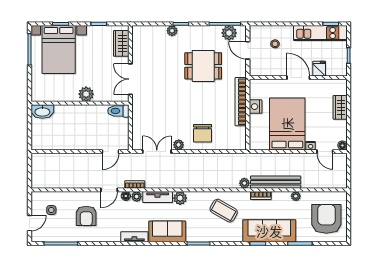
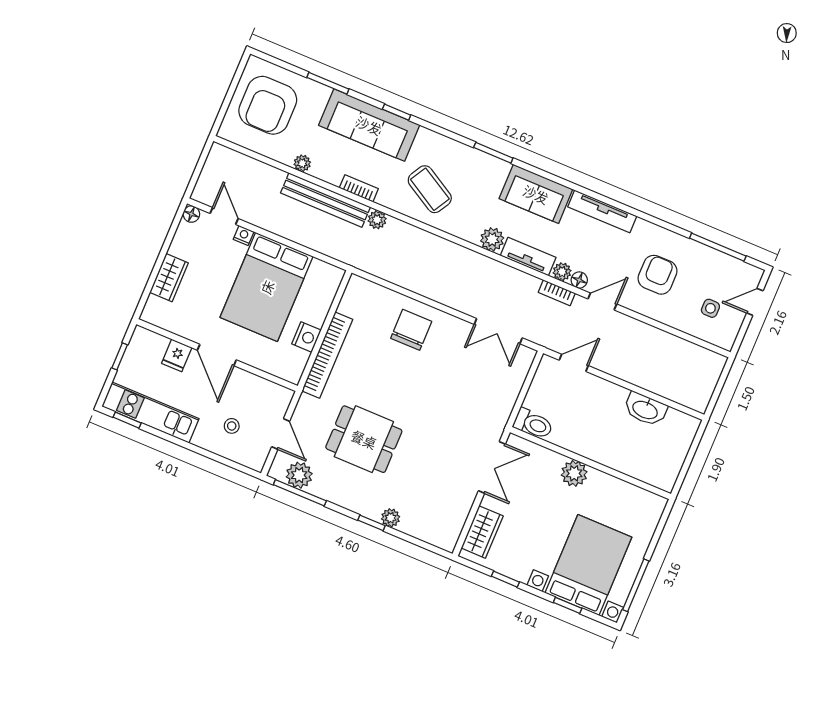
washbasin: (42, 112) -> (645, 409), moved, turned 180
plant: (179, 145) -> (458, 327), removed
tv unit: (134, 237) -> (602, 211), width x1.41

